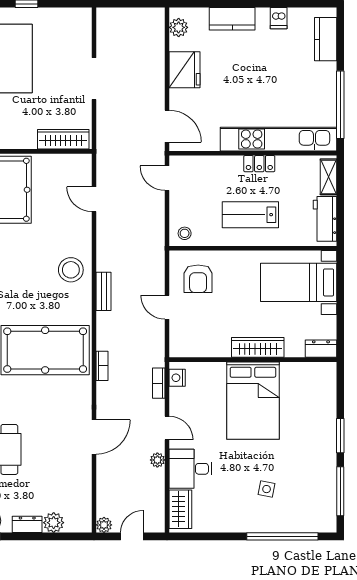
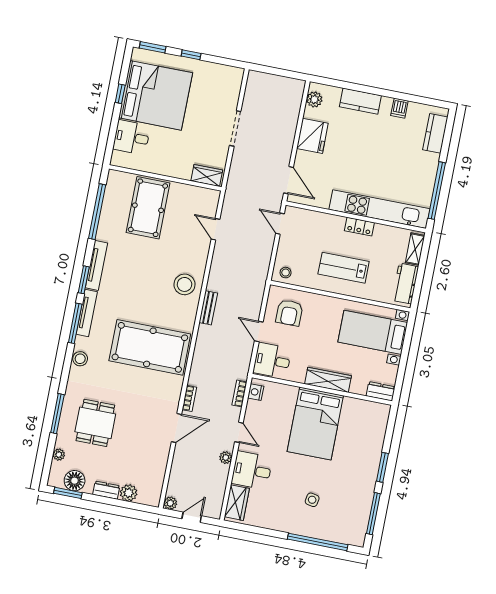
wardrobe: (63, 139) -> (207, 175), width x0.67
desk: (189, 338) -> (272, 361), added
bookcase: (102, 366) -> (189, 398), moved

